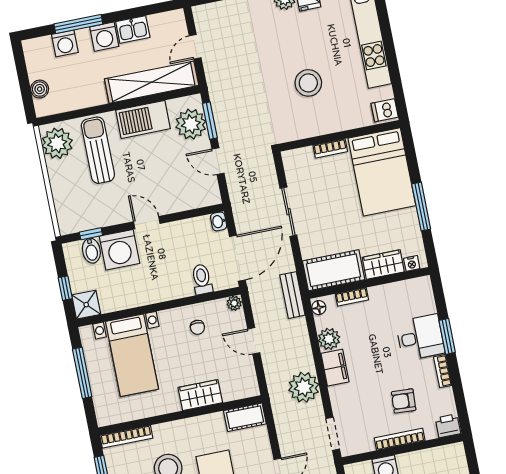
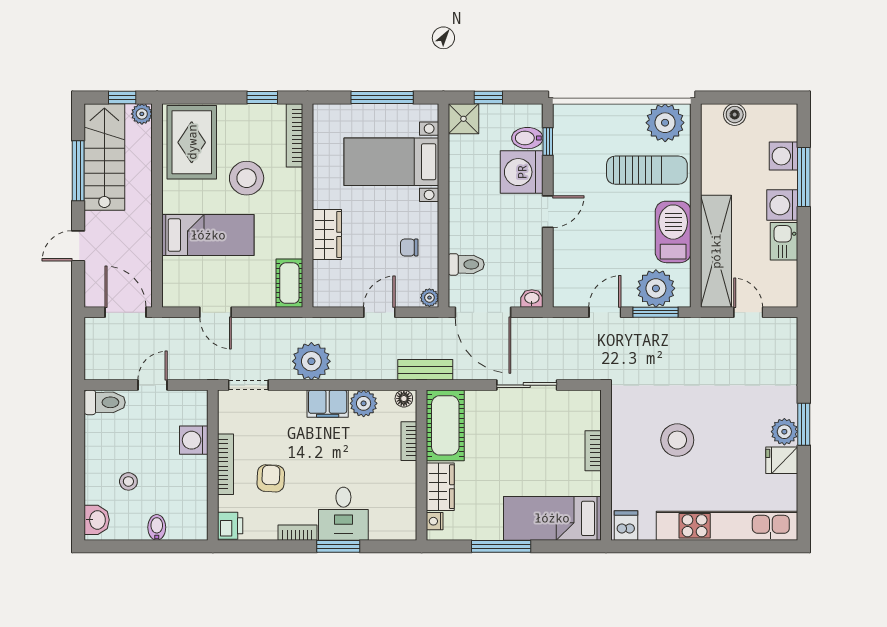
bed: (382, 172) -> (552, 518), width x0.67

